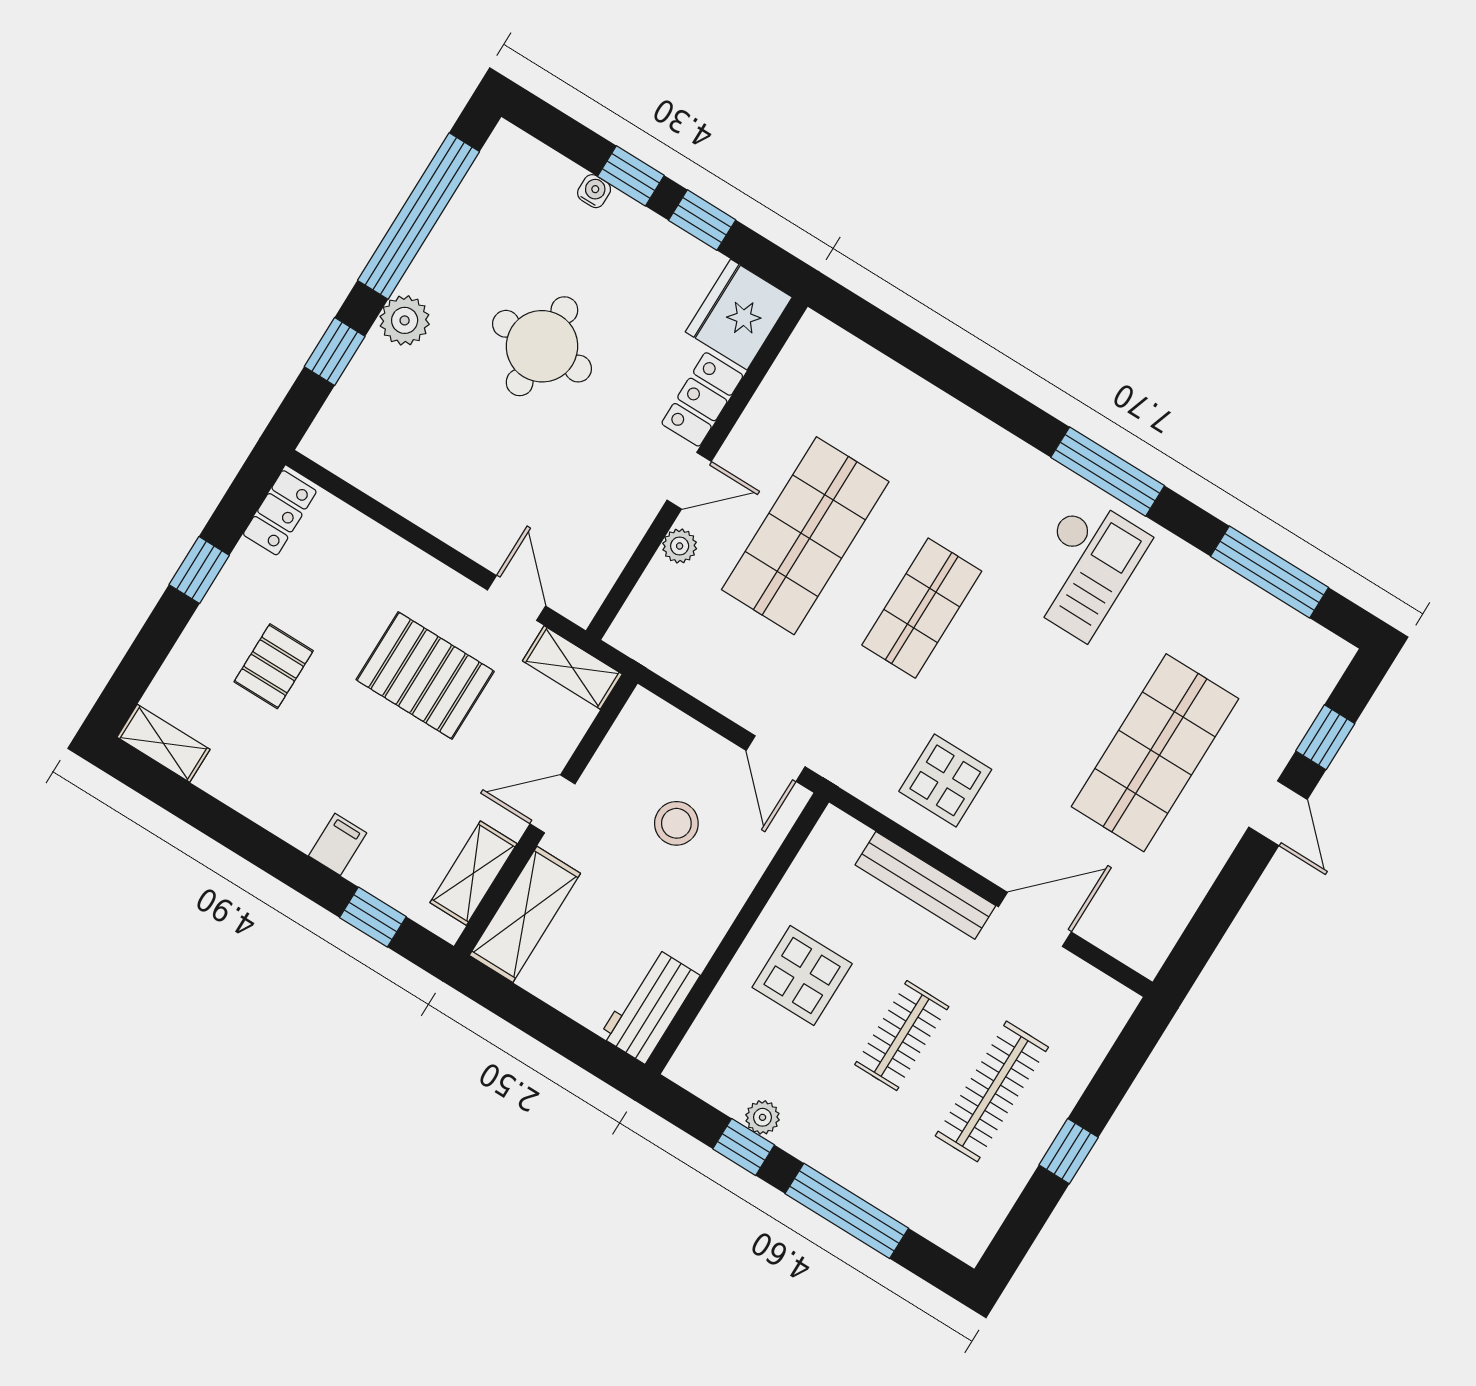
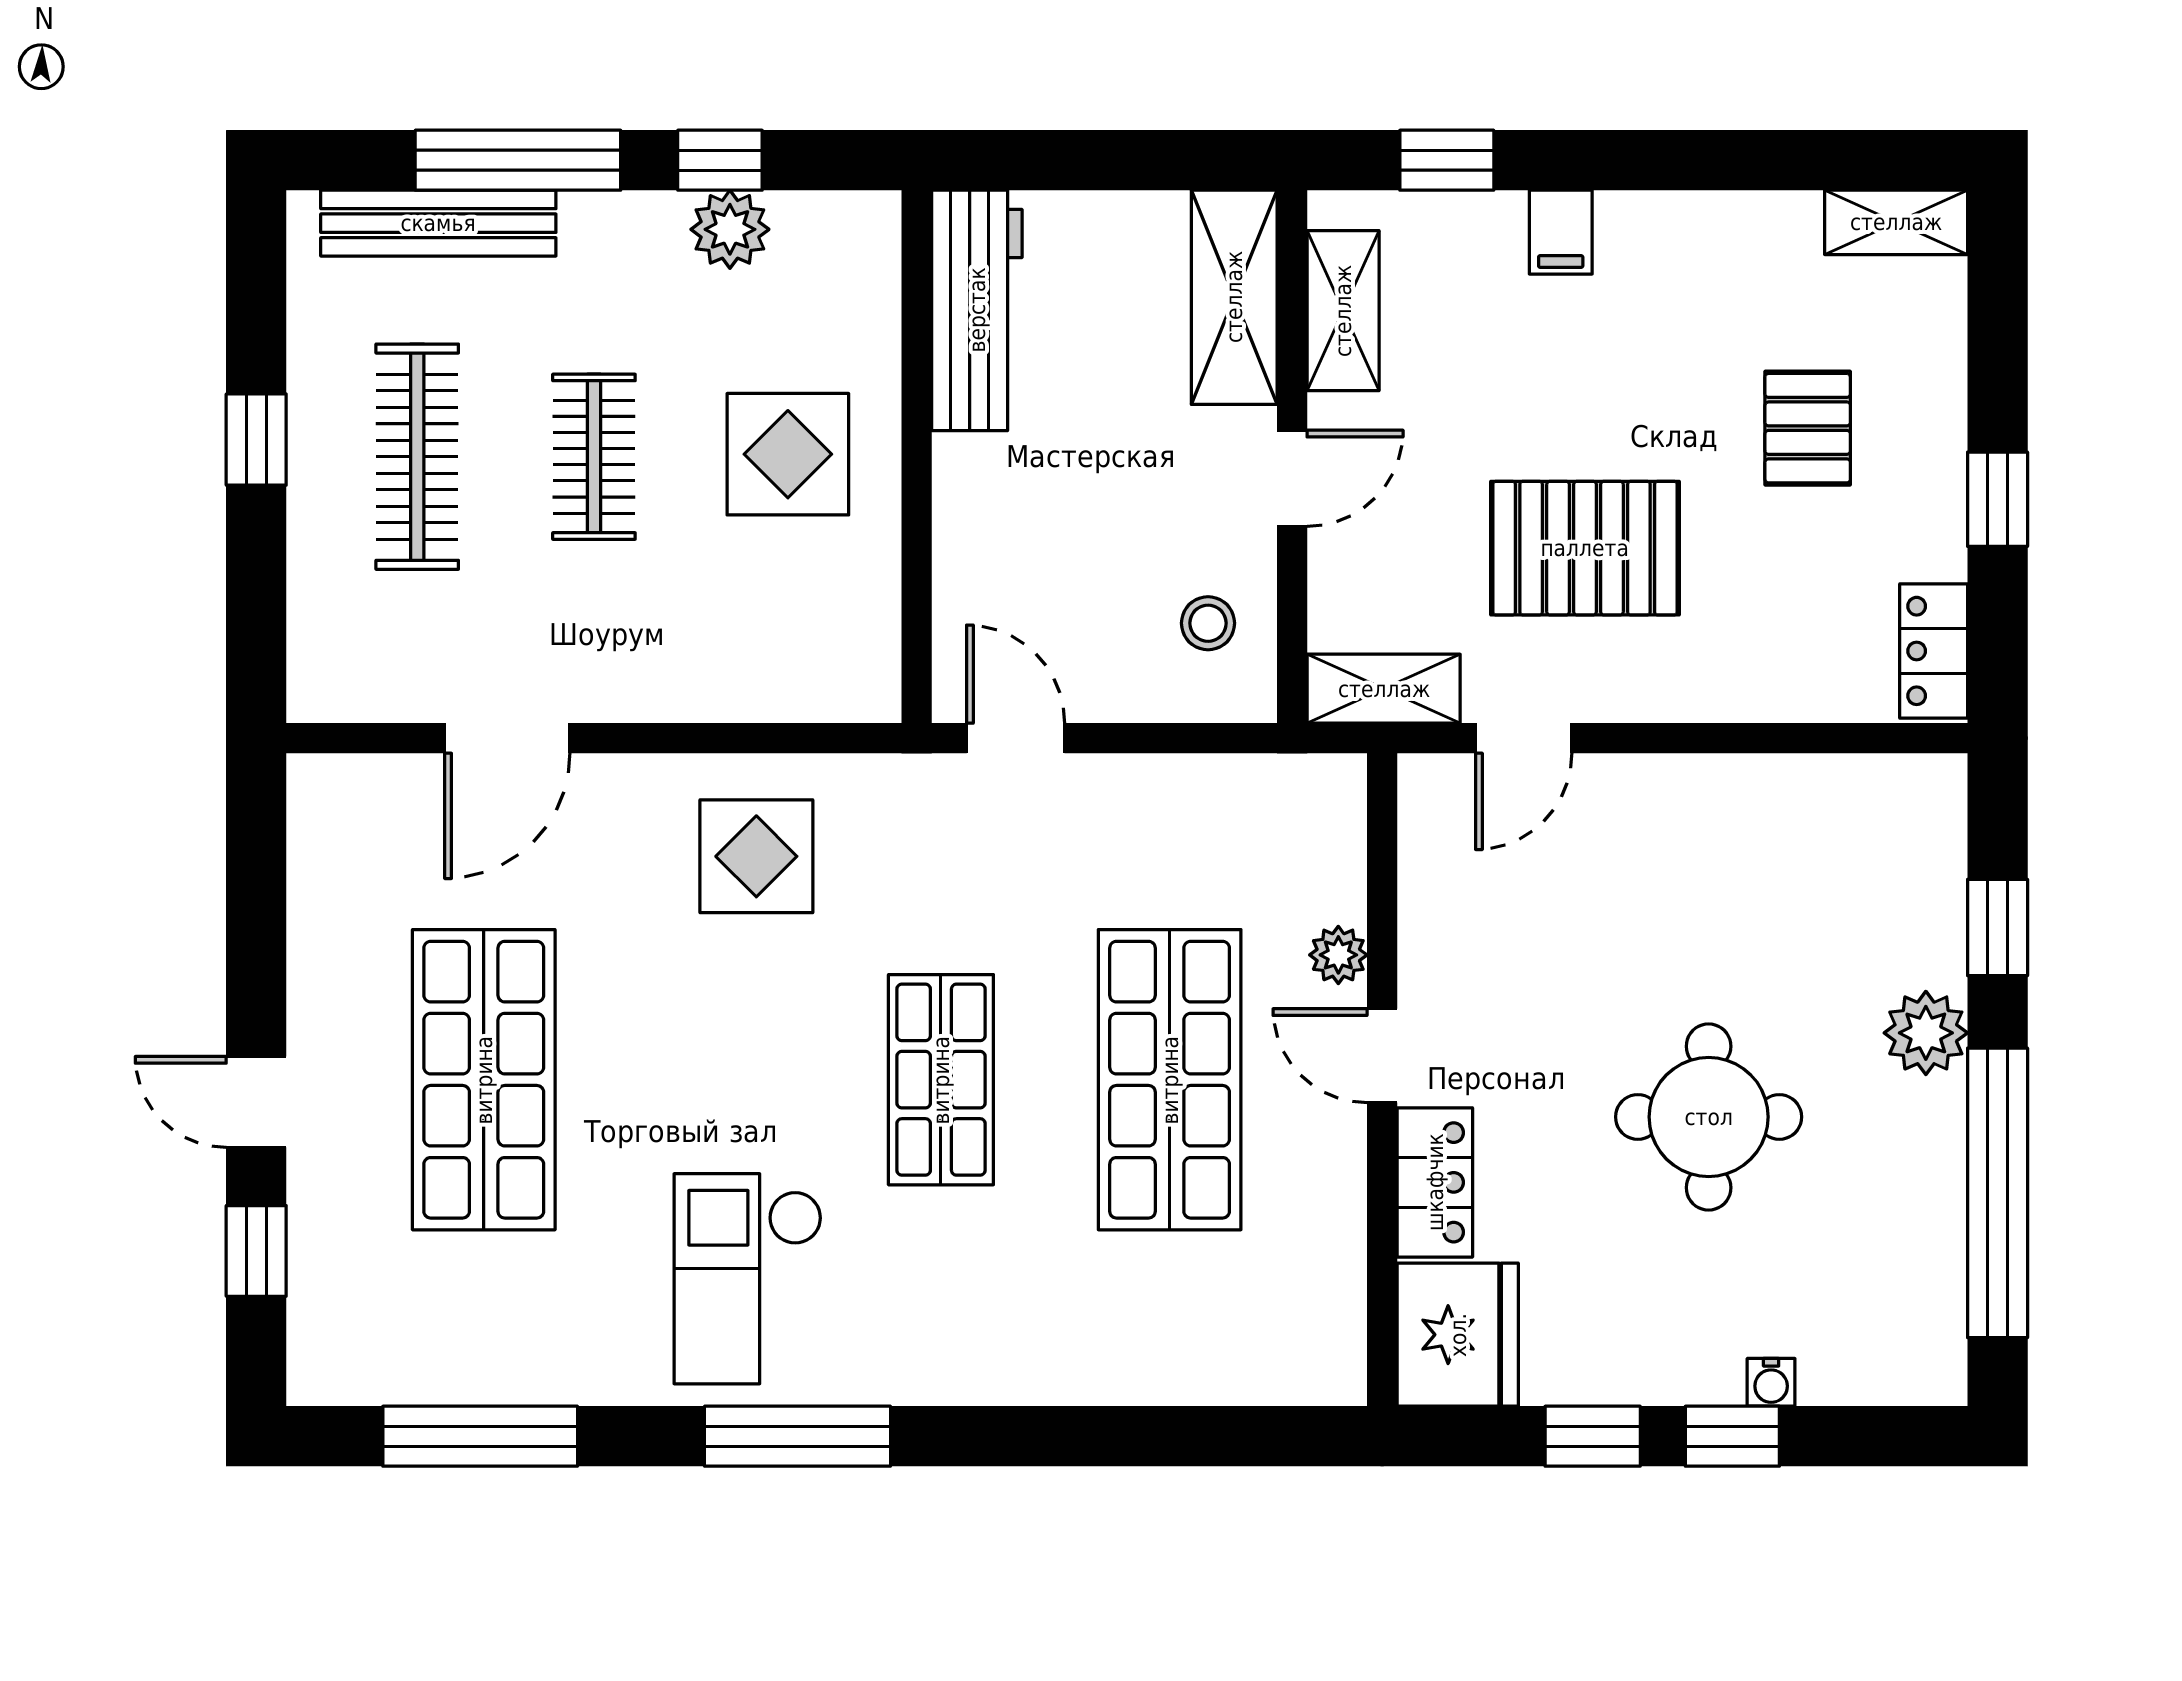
door: (689, 481) -> (1382, 1056), hinge flipped
door: (516, 598) -> (1524, 738), hinge flipped
stool: (676, 823) -> (1208, 623), moved, width x0.73, depth x0.73
bench: (925, 885) -> (438, 223), moved
workbench: (650, 1006) -> (977, 310), width x1.37
plant: (763, 1117) -> (730, 229), width x1.38, depth x1.38

